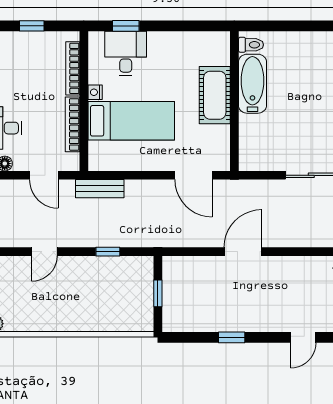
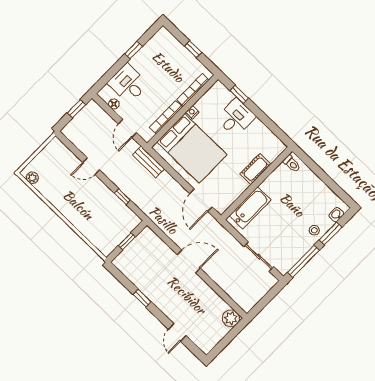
desk: (126, 53) -> (236, 118), moved
bathtub: (252, 84) -> (250, 208), moved
cot: (215, 95) -> (255, 169), width x0.73, depth x0.75
bed: (131, 121) -> (192, 148), width x1.50
door: (303, 337) -> (177, 332), hinge flipped

